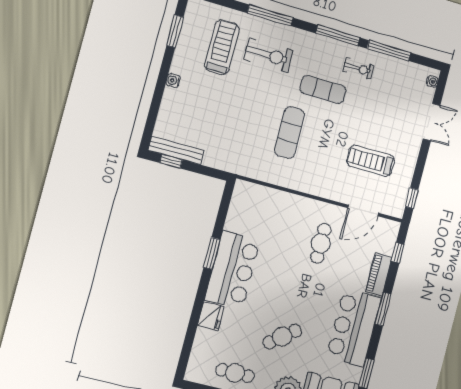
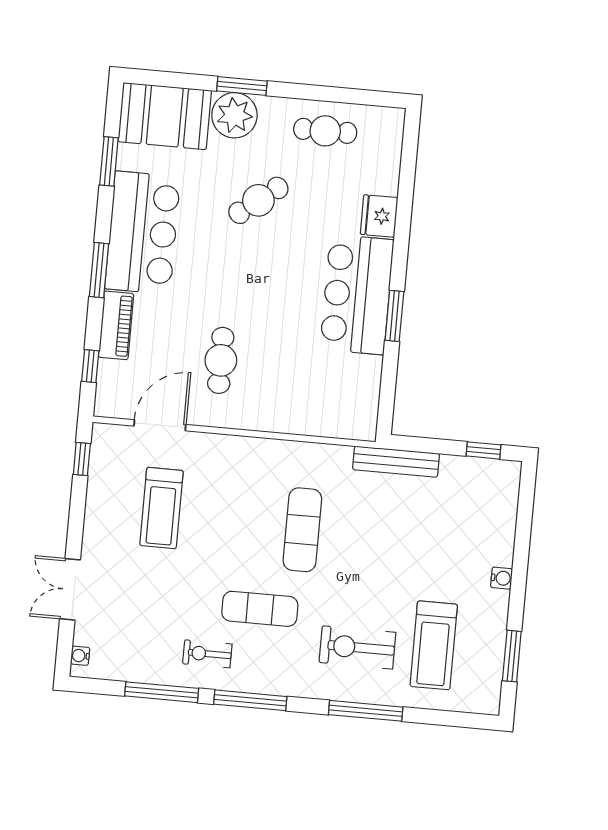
bench: (176, 150) -> (396, 462), moved
treadmill: (371, 161) -> (162, 508), turned 90

